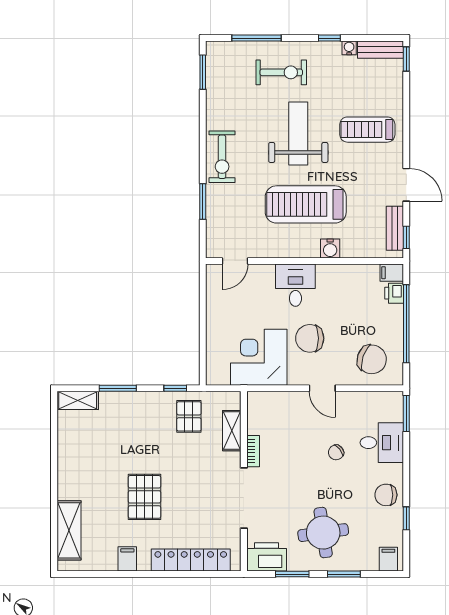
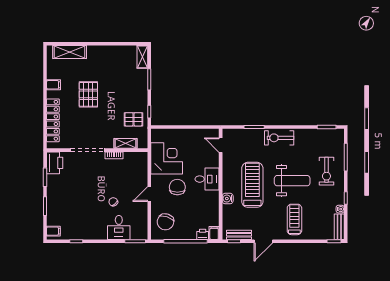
chair: (386, 495) -> (89, 230), removed
pallet: (144, 497) -> (88, 94), turned 90
round table: (323, 533) -> (68, 195), removed

